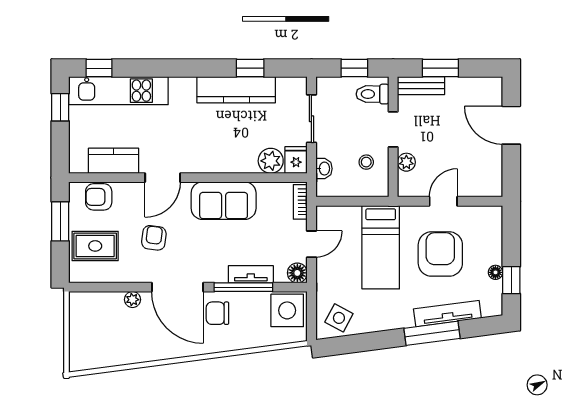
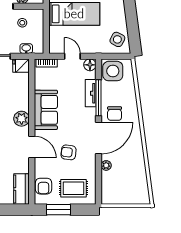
kitchen counter: (114, 161) -> (21, 189), moved
plant: (271, 161) -> (22, 119), moved
rug: (95, 246) -> (73, 188), turned 90

